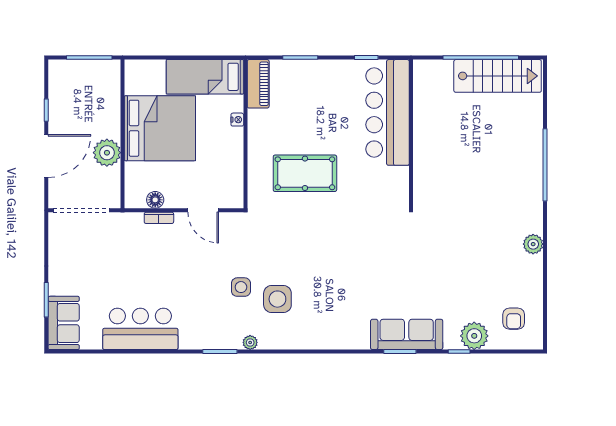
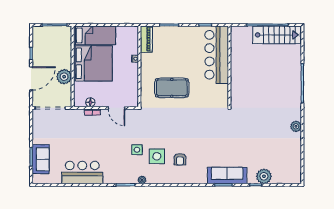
bed: (205, 77) -> (95, 35), moved, turned 180
armchair: (514, 319) -> (180, 159), moved
sofa: (64, 323) -> (41, 159), moved

